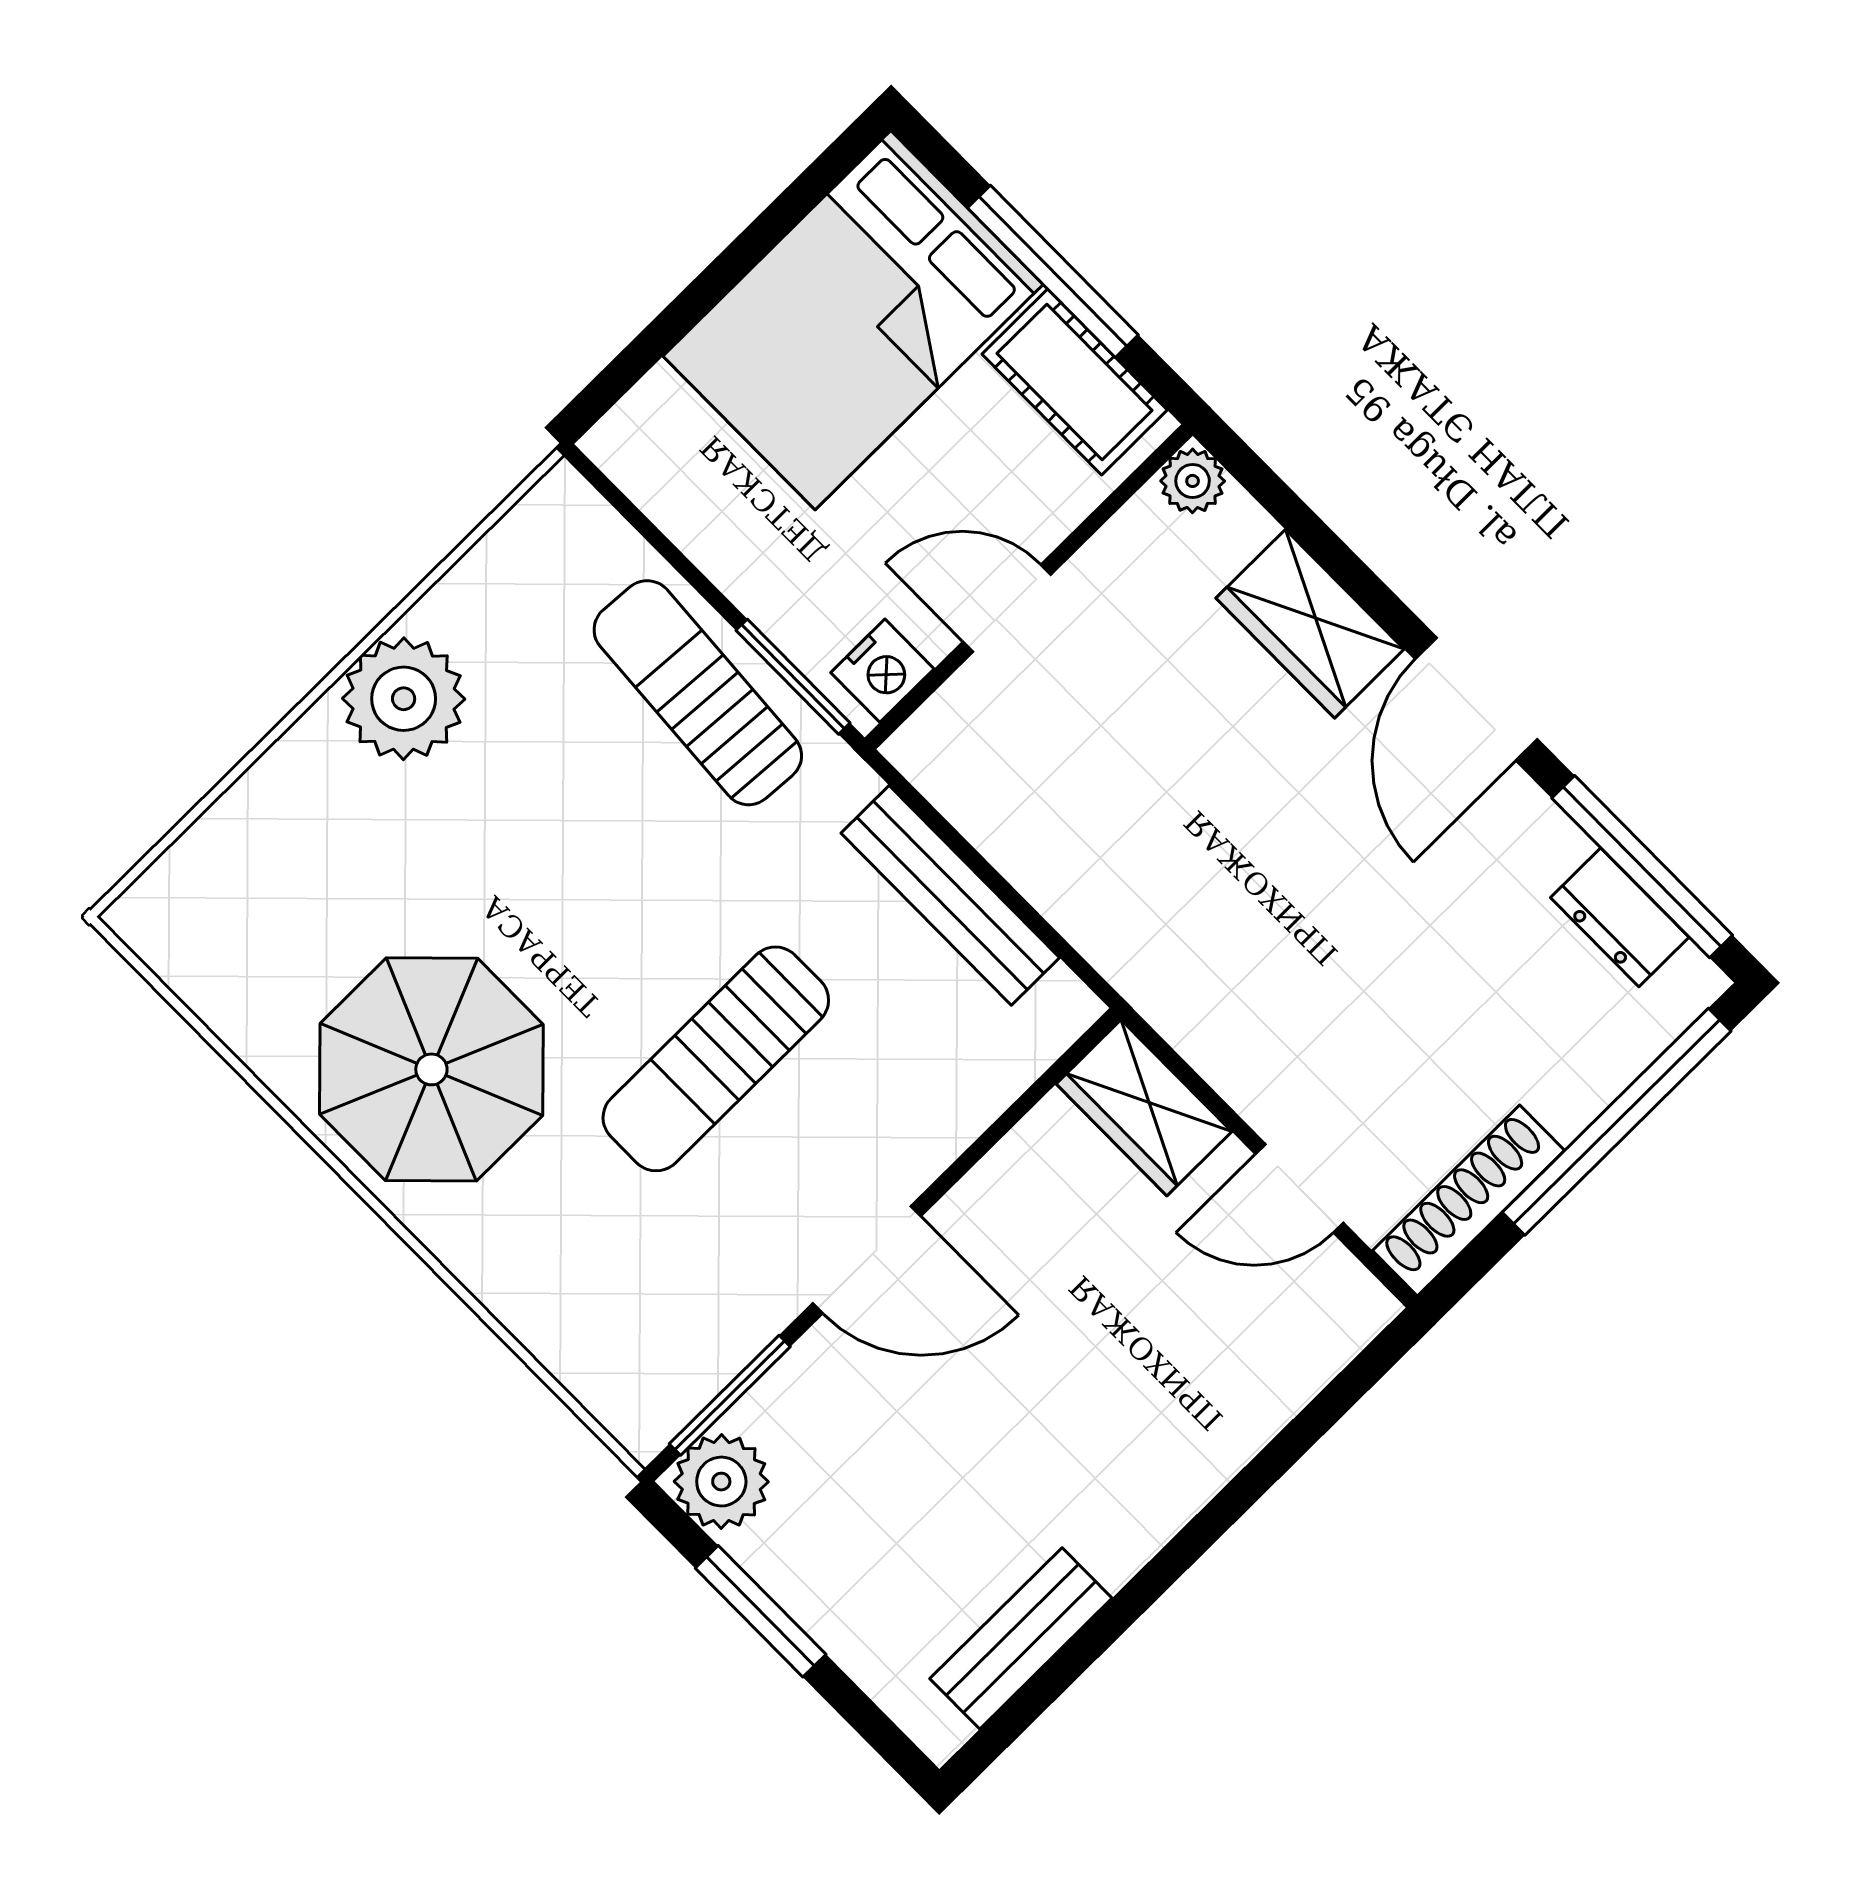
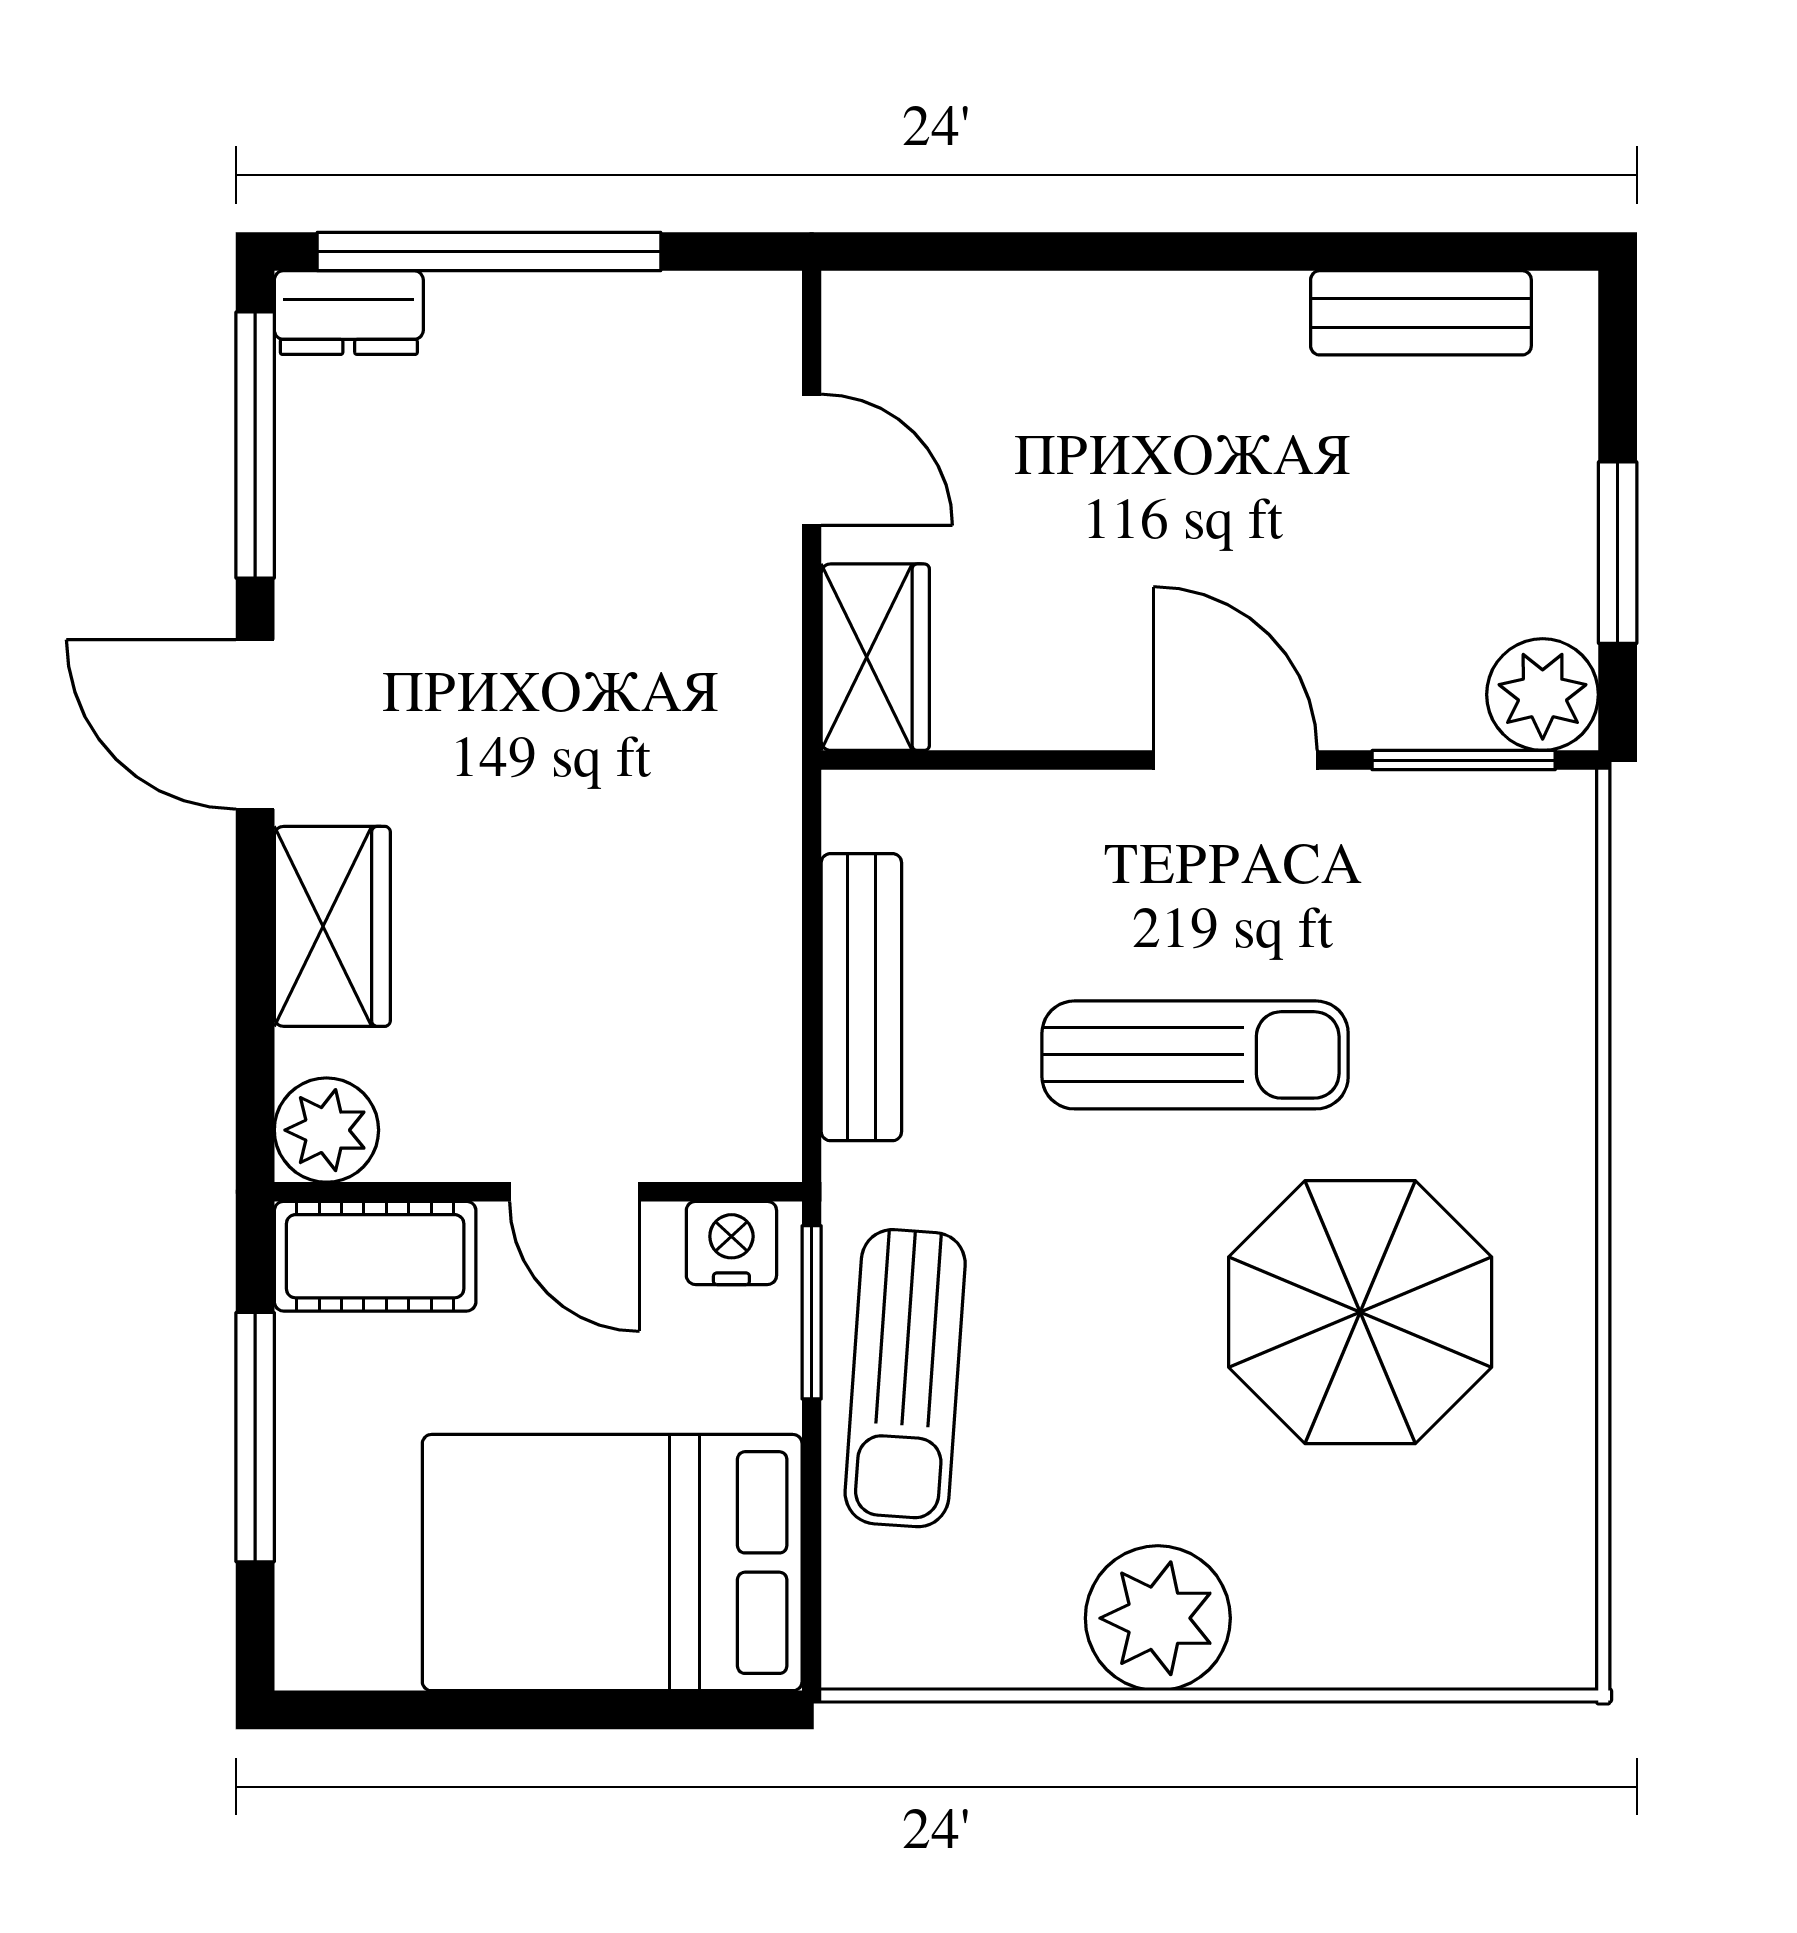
bed: (853, 320) -> (612, 1563), moved, turned 180
cot: (1075, 382) -> (375, 1256), moved, turned 90
plant: (1193, 481) -> (326, 1130), width x1.38, depth x1.38
door: (1476, 699) -> (255, 724), swing flipped
dresser: (1620, 917) -> (349, 313), moved, turned 90
parasol: (431, 1069) -> (1360, 1312), moved
shoe rack: (1469, 1201) -> (679, 309), removed

